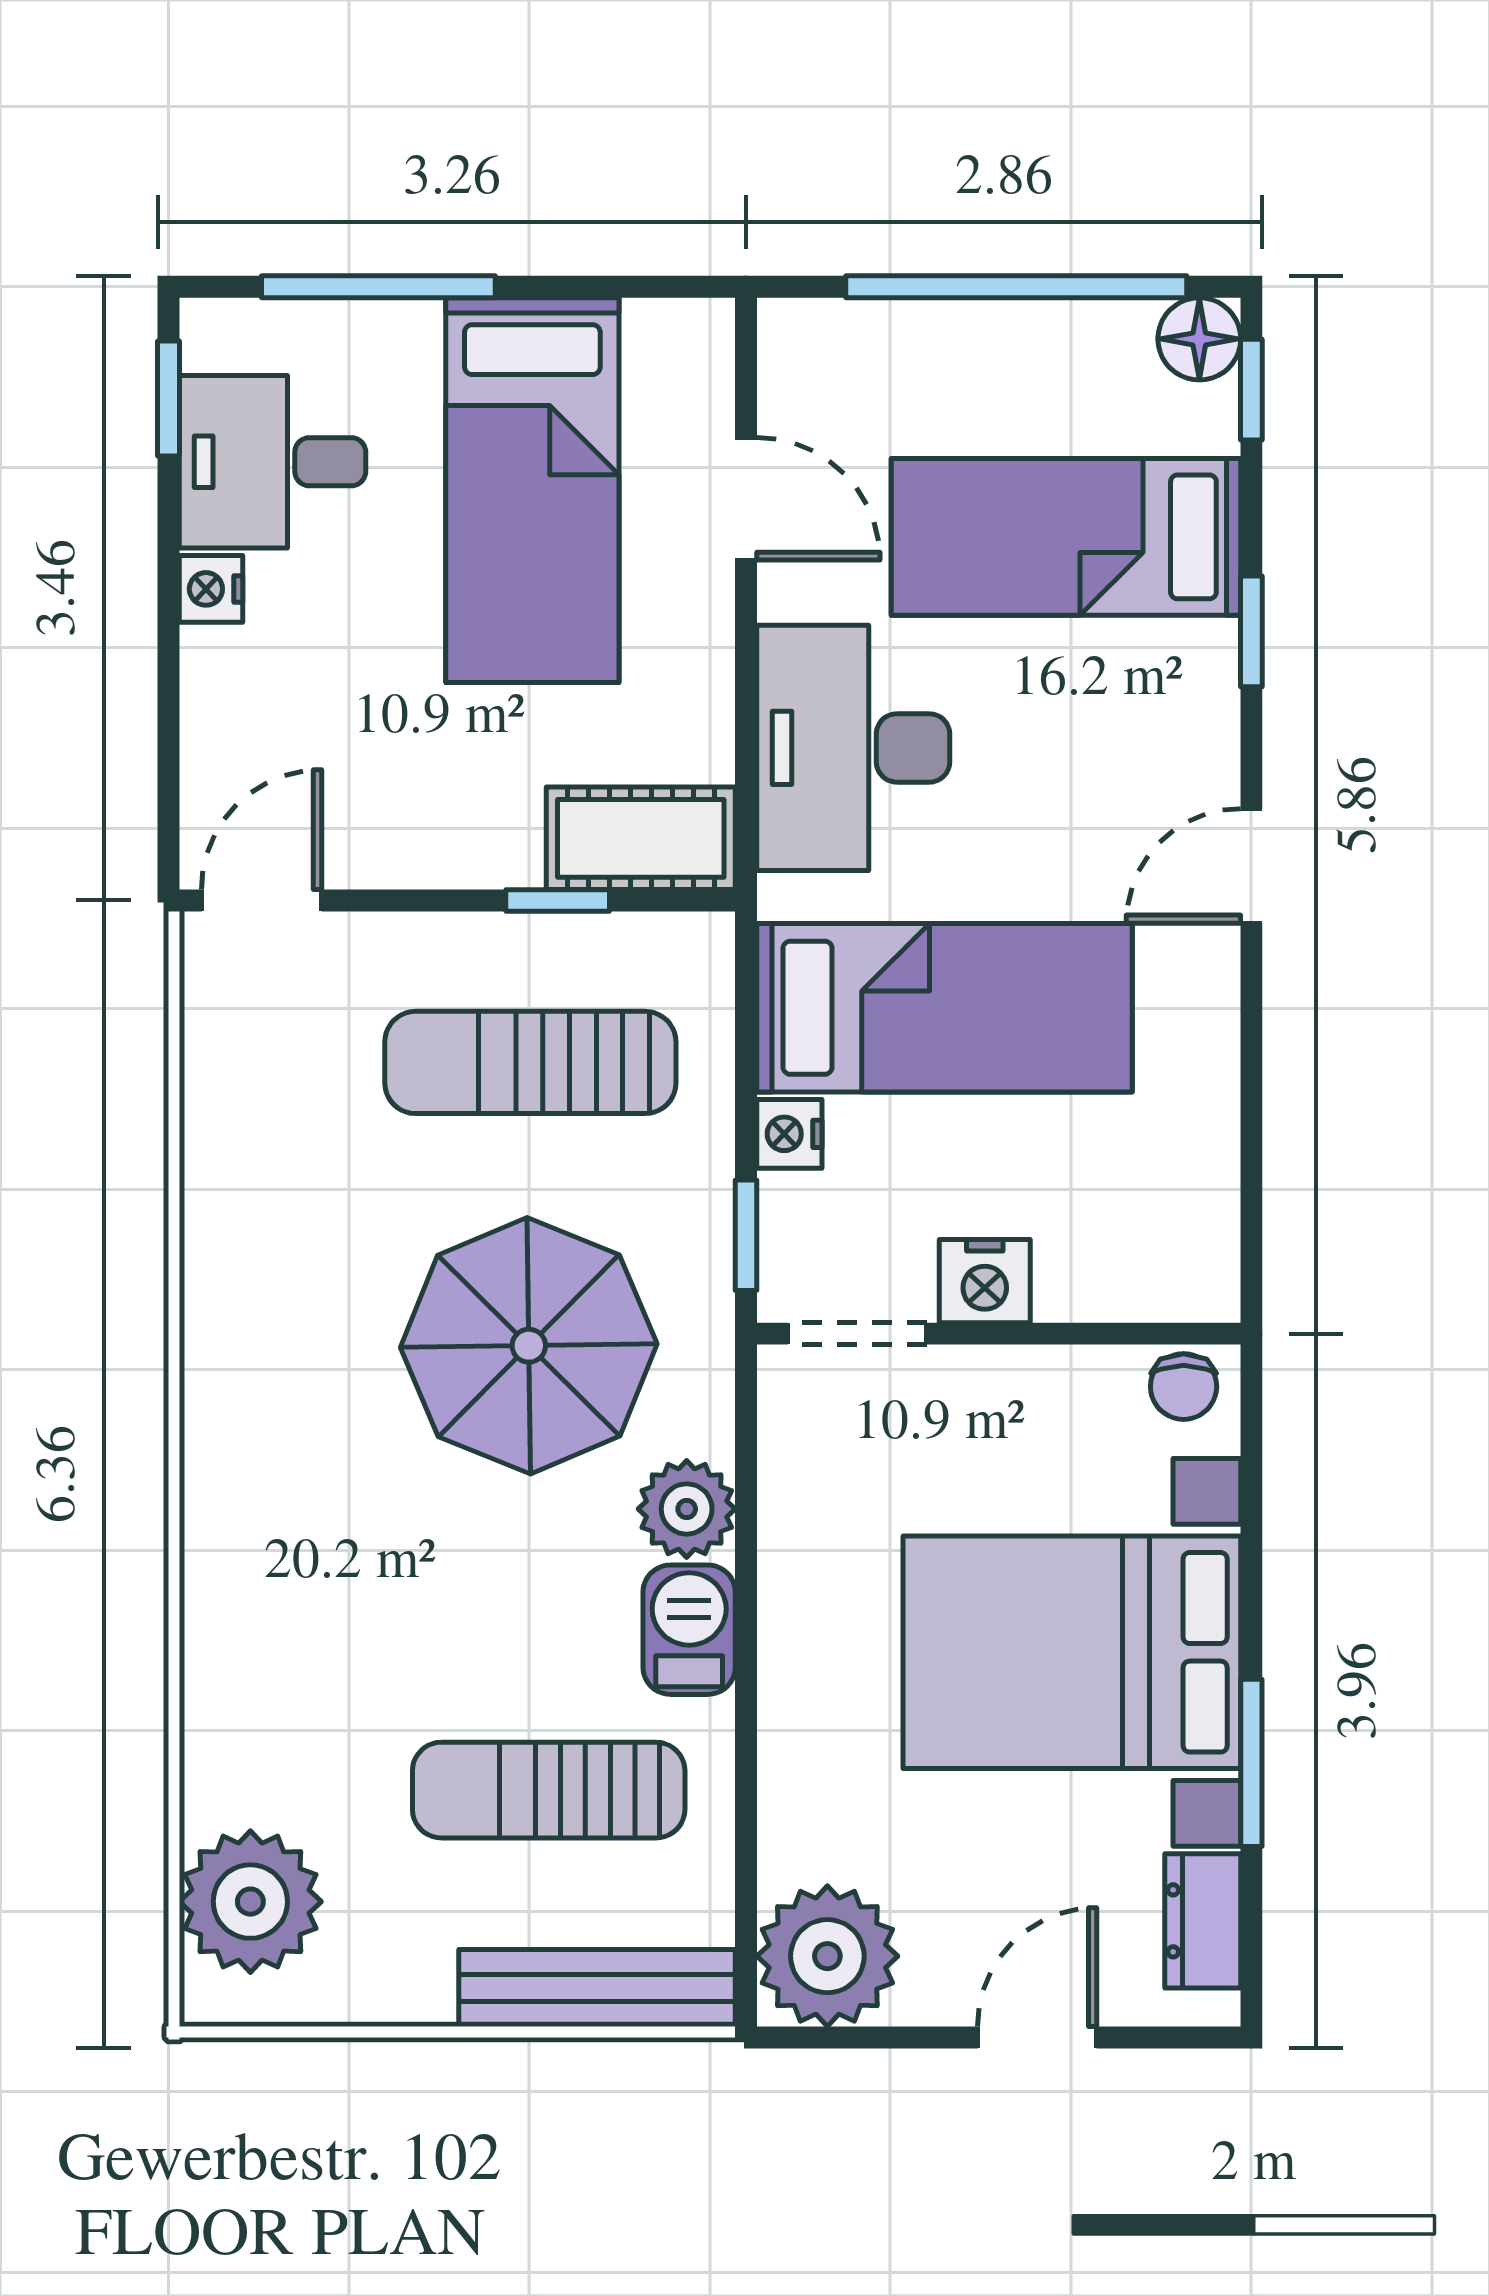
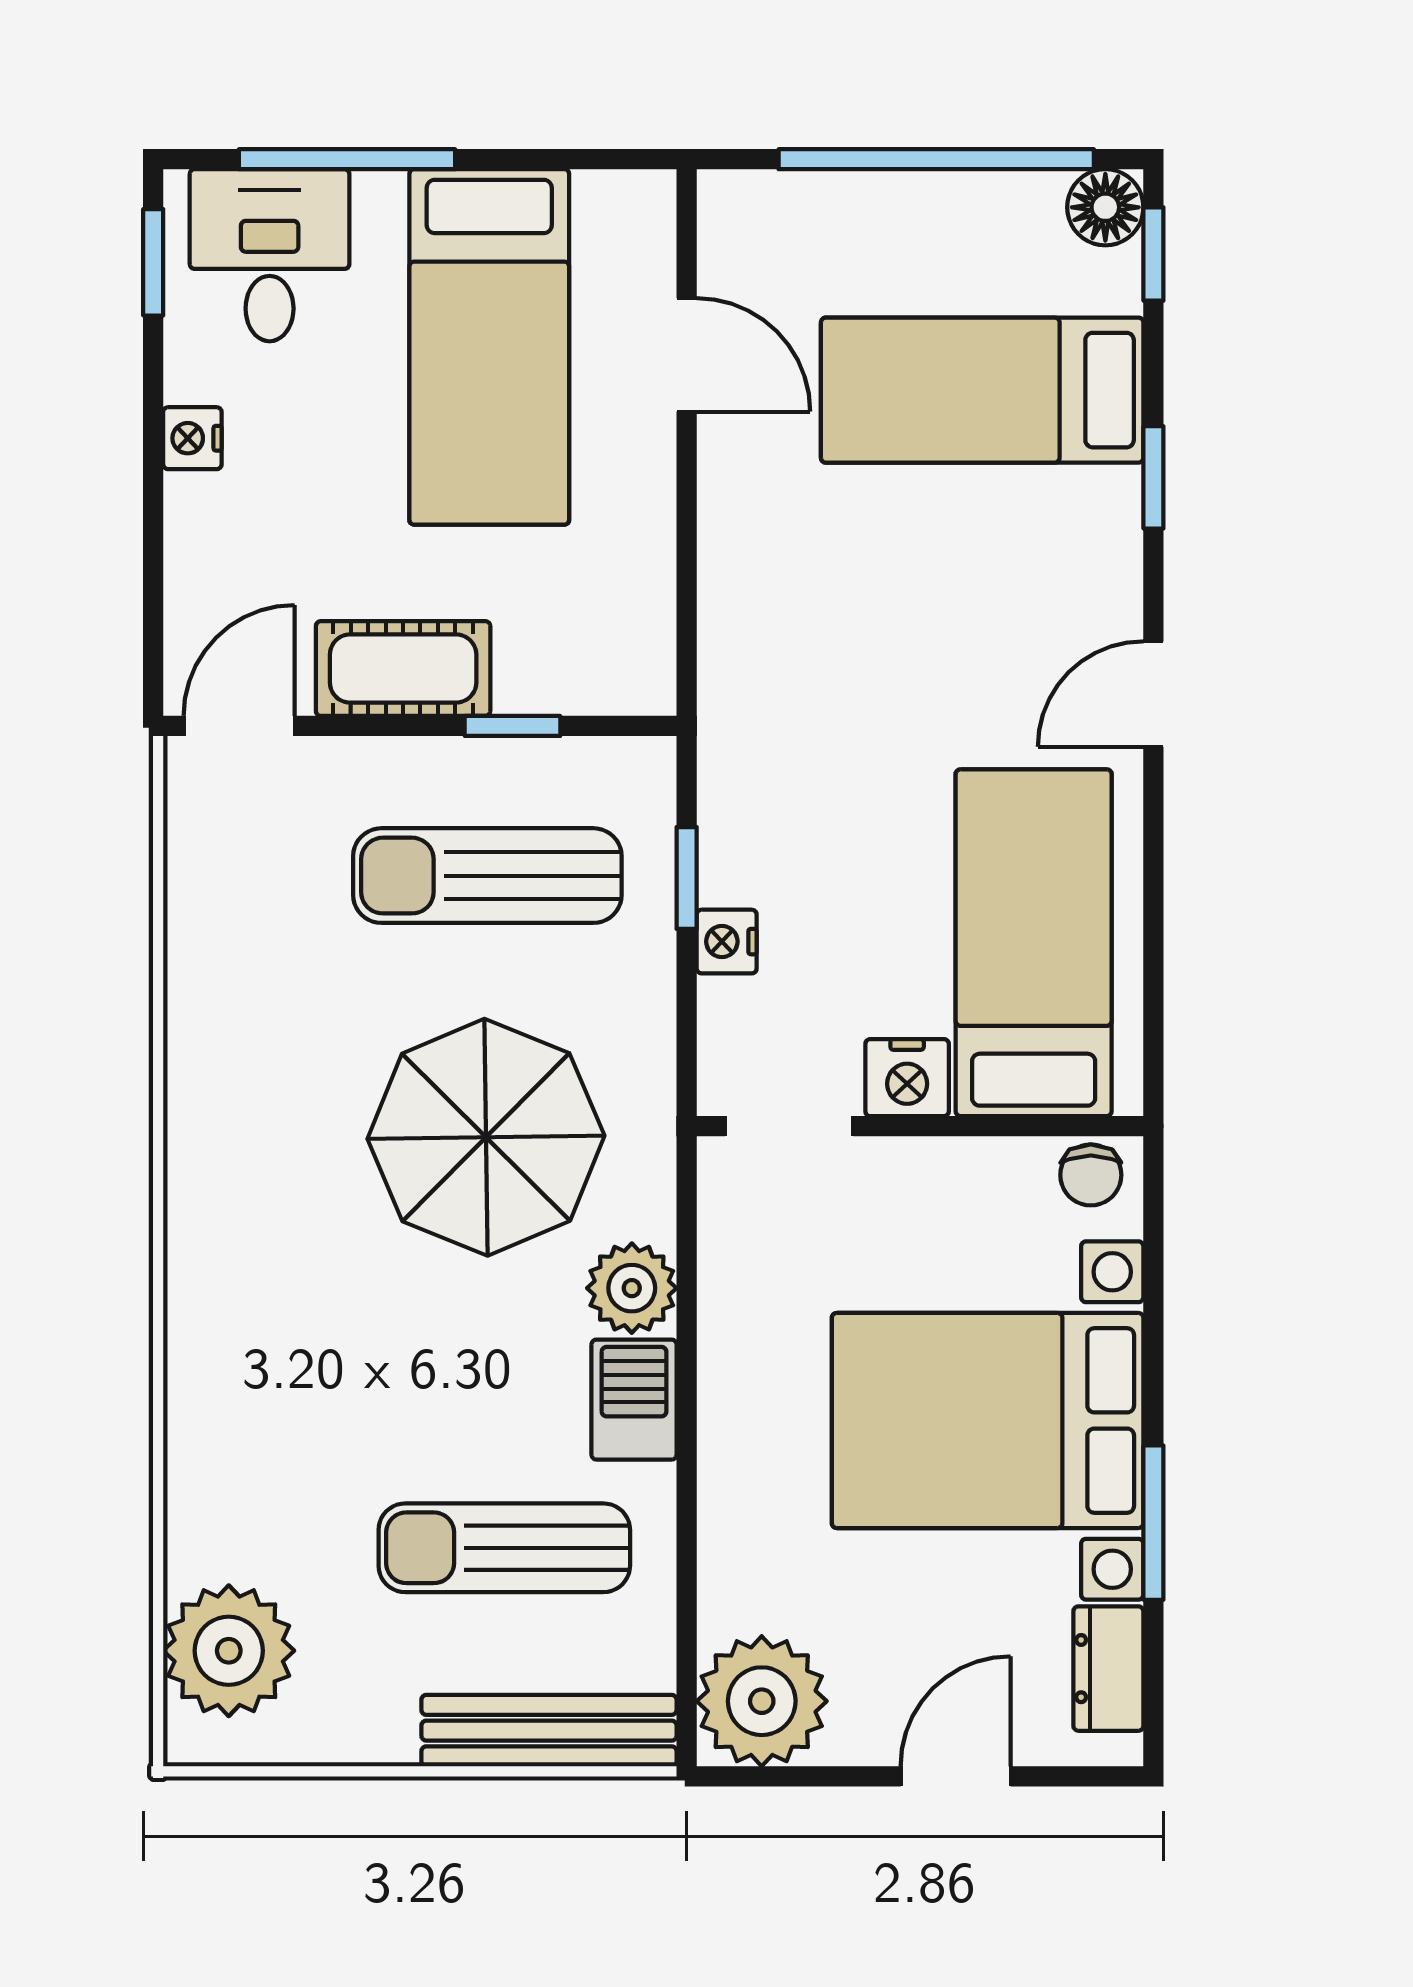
desk: (273, 462) -> (270, 255), moved, turned 90
desk: (853, 748) -> (786, 585), removed
cot: (641, 838) -> (403, 669), moved
bed: (945, 1008) -> (1034, 943), moved, turned -90
window: (746, 1235) -> (687, 878), moved

